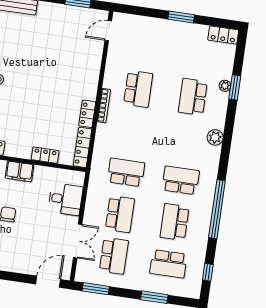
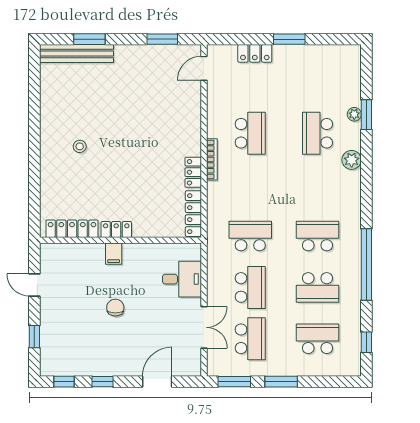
locker: (223, 35) -> (255, 53), moved
plant: (215, 137) -> (352, 160), moved
locker: (45, 155) -> (116, 230), moved
filing cabinet: (20, 171) -> (114, 254), width x0.50
school desk: (175, 222) -> (317, 287), turned -90
school desk: (168, 264) -> (317, 339), turned 180
door: (48, 282) -> (157, 382), moved
window: (154, 297) -> (281, 382), moved

